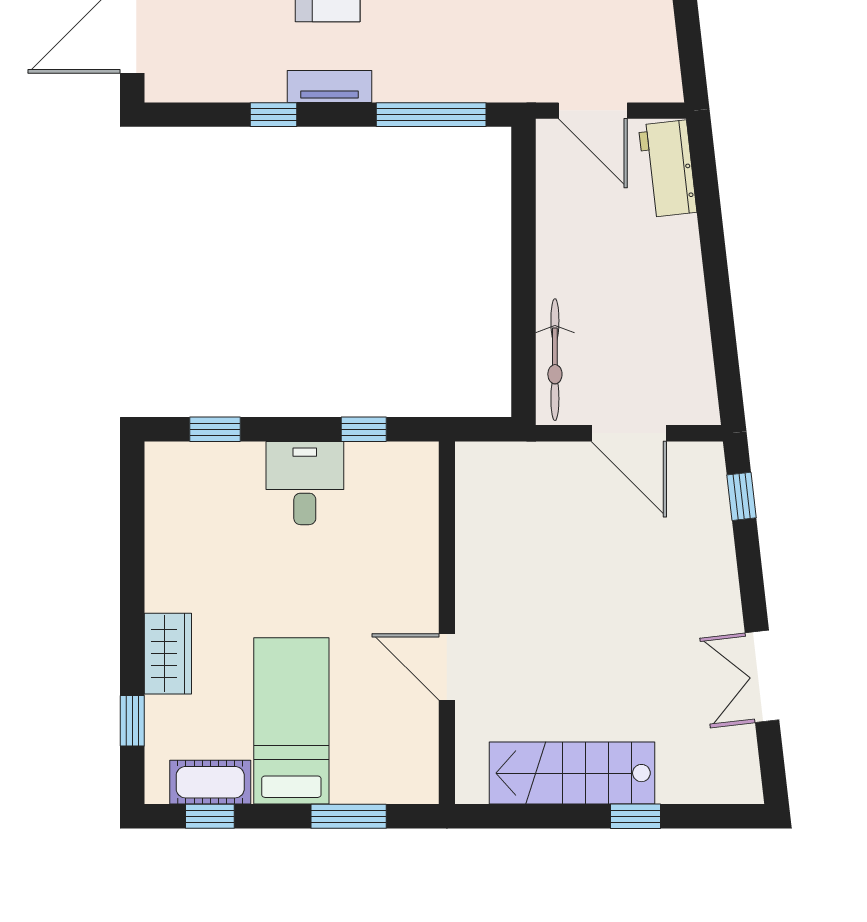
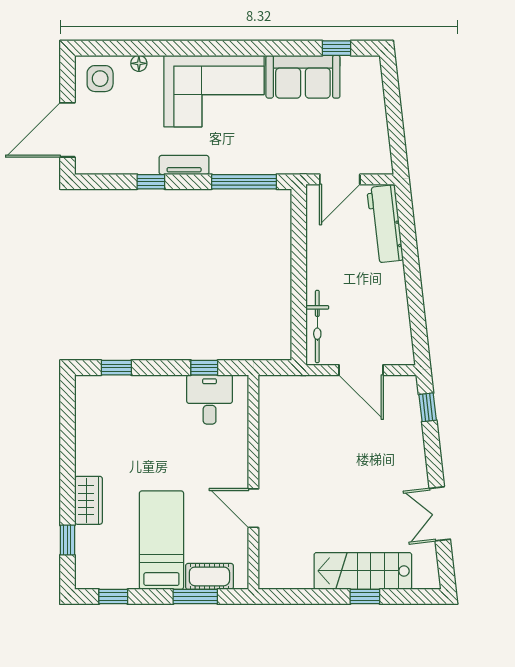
door: (593, 111) -> (340, 179), hinge flipped
workbench: (668, 169) -> (385, 224), width x1.38
desk: (305, 483) -> (210, 399), moved
stairs: (572, 773) -> (363, 571), moved
cot: (210, 782) -> (209, 576), moved

